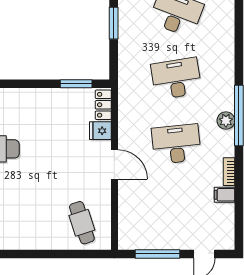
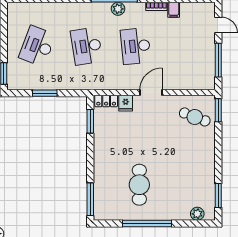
cafe table: (82, 223) -> (195, 117), turned 39
window: (91, 254) -> (218, 110), added

